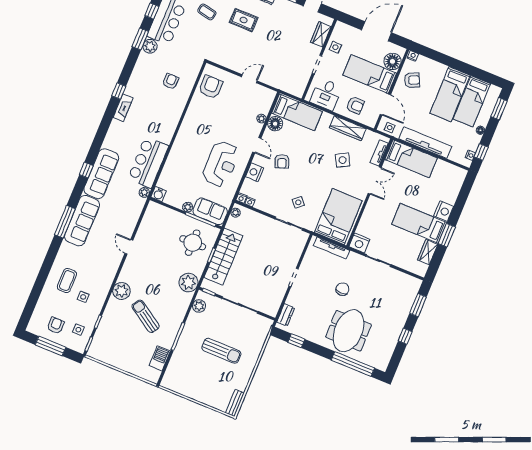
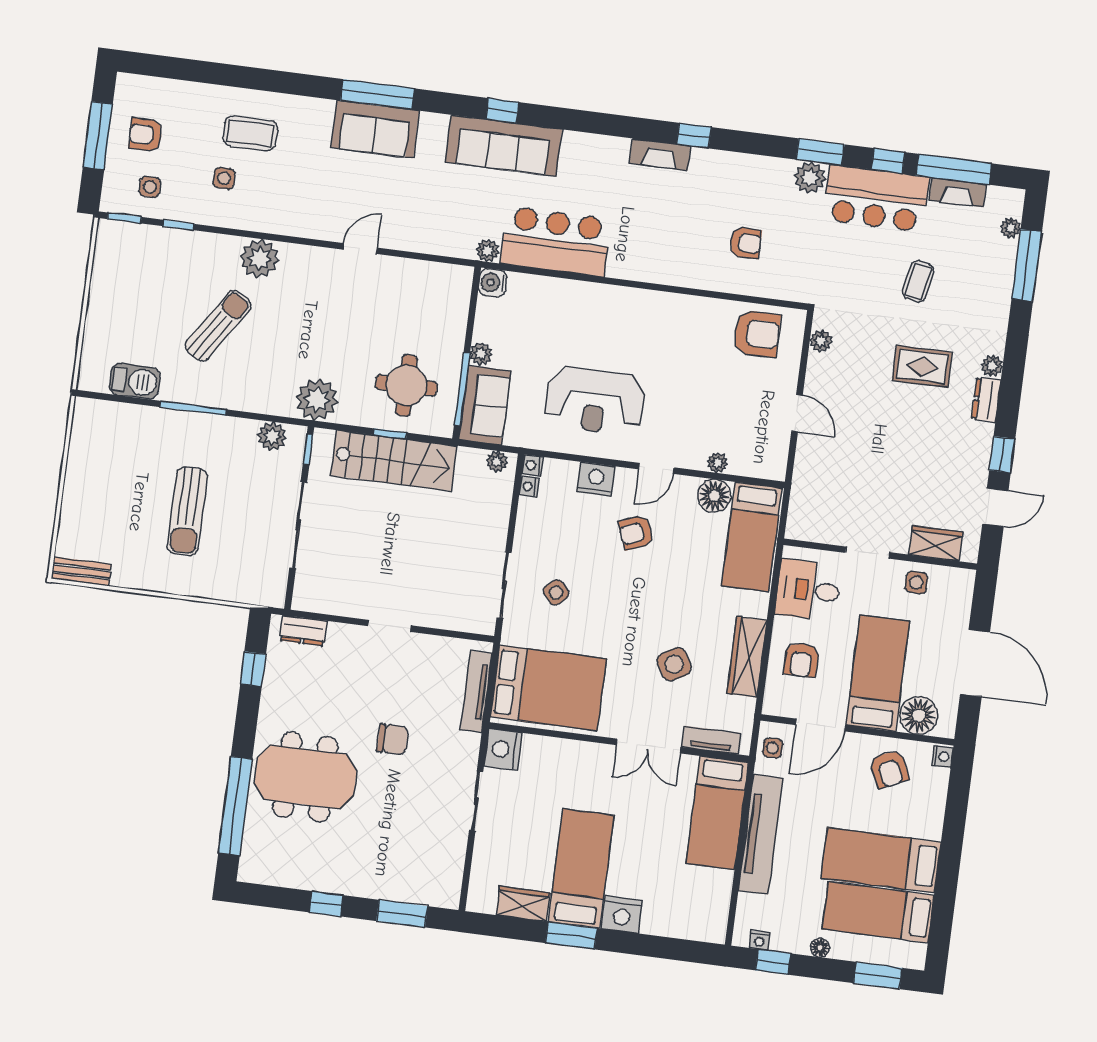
rug: (244, 20) -> (922, 366), turned 90
plant: (221, 60) -> (821, 341), added
sofa: (82, 221) -> (375, 129), width x0.73
armchair: (56, 325) -> (146, 135), turned 180

